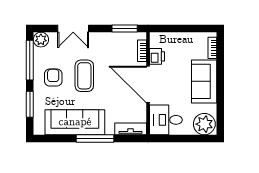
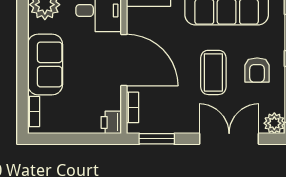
double door: (73, 29) -> (229, 139), width x1.37
printer: (157, 56) -> (111, 122), moved

